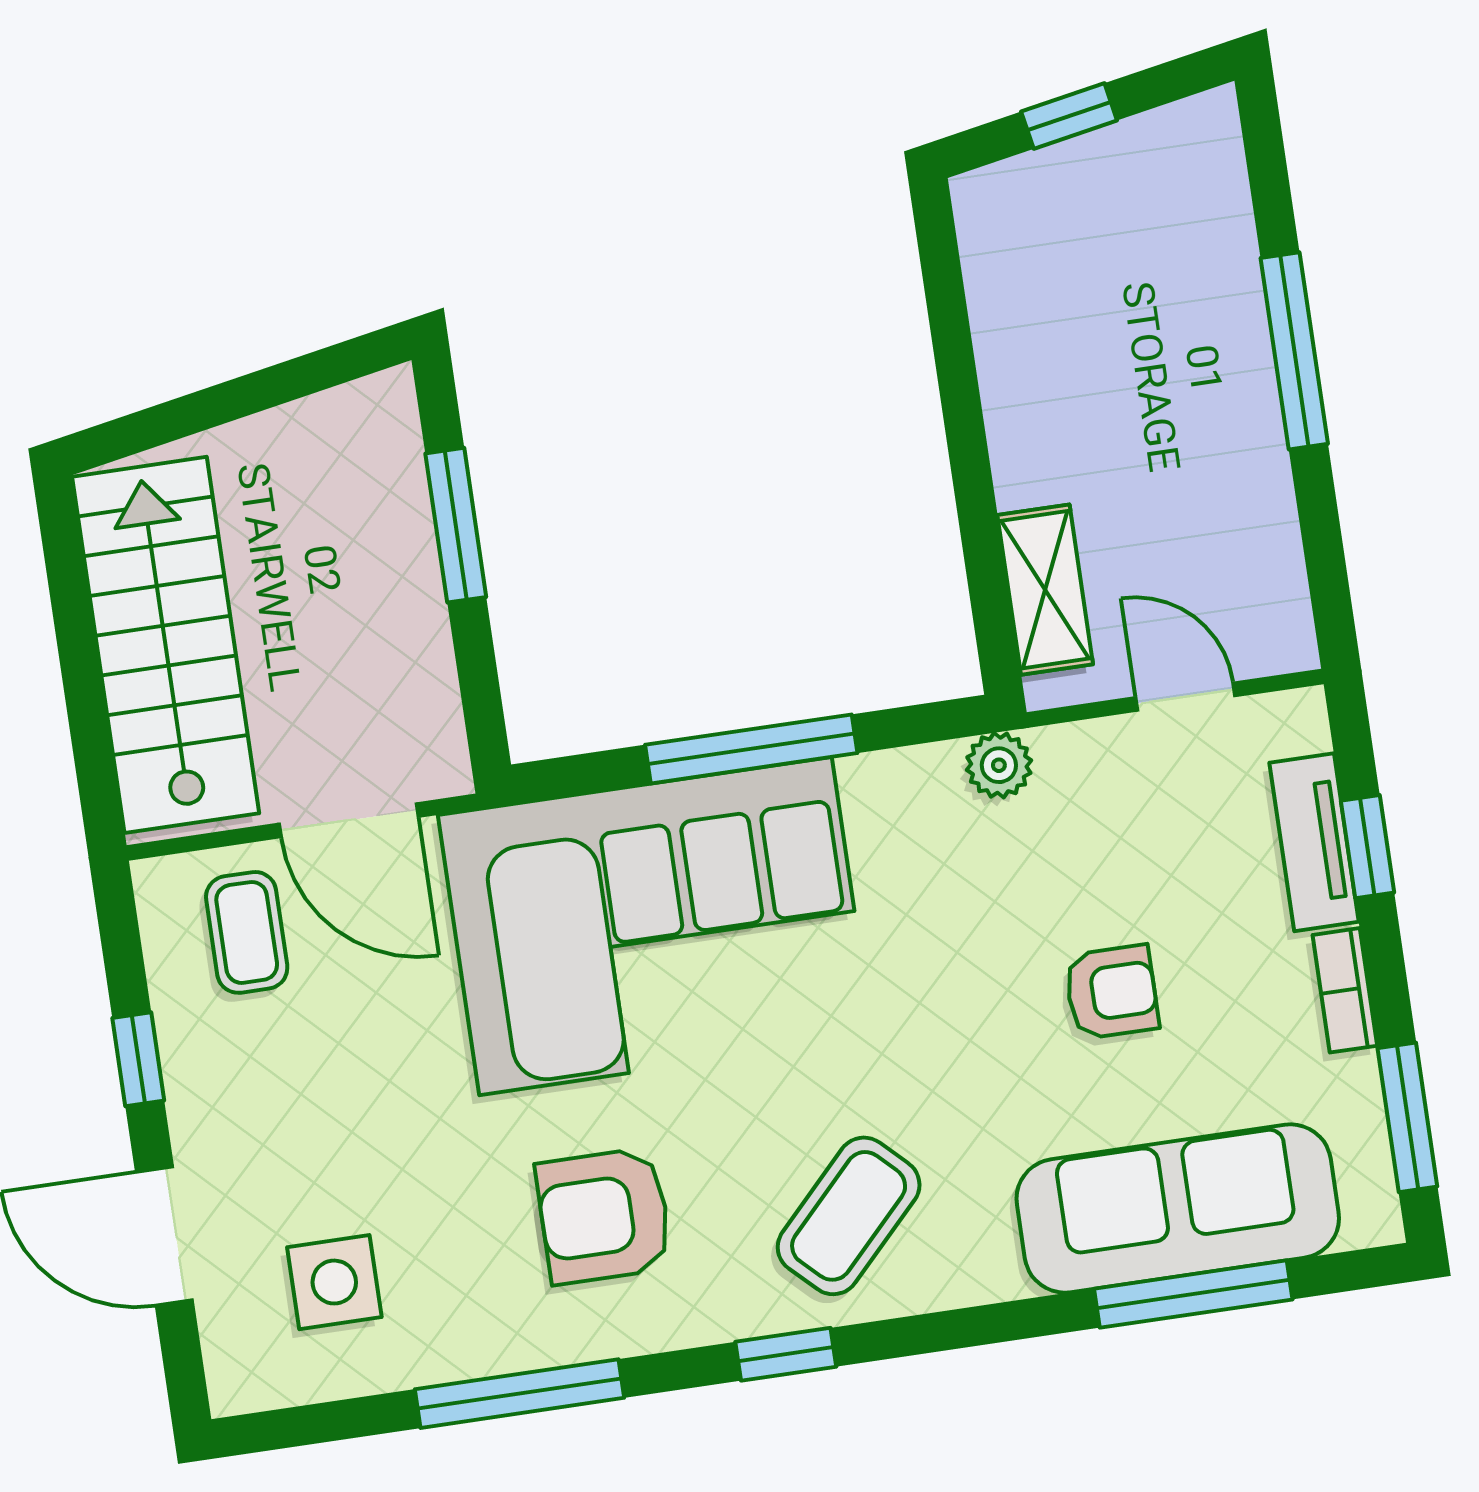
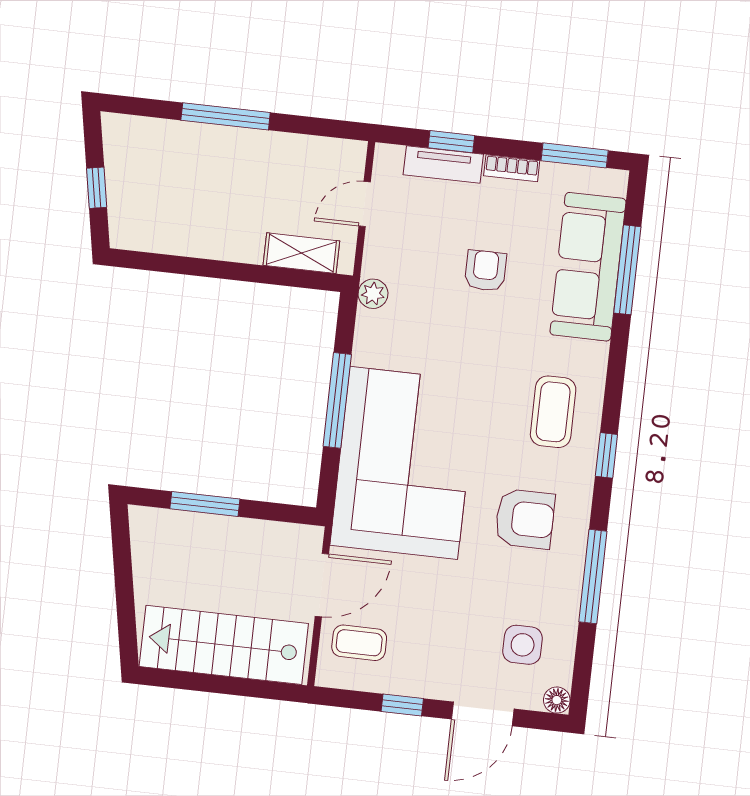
armchair: (604, 1216) -> (525, 519), turned -90
coffee table: (849, 1216) -> (553, 412), turned 46
floor lamp: (236, 1386) -> (557, 700), added

